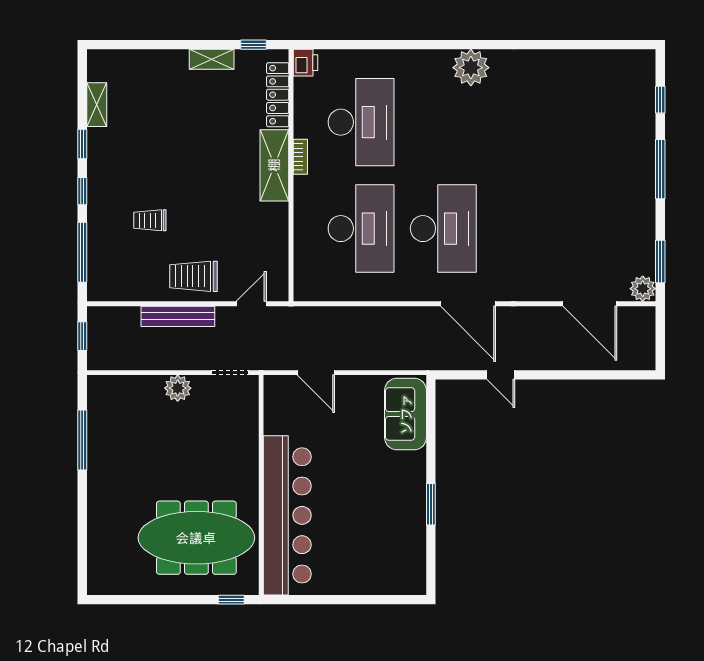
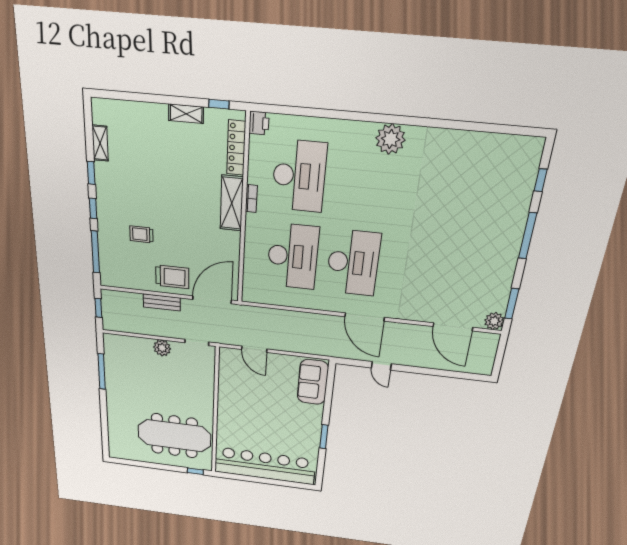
trolley: (193, 276) -> (172, 277), turned 180
door: (251, 304) -> (212, 300), width x1.87
bench: (178, 316) -> (162, 302), width x0.73
bar counter: (287, 515) -> (265, 466), moved, turned -90

